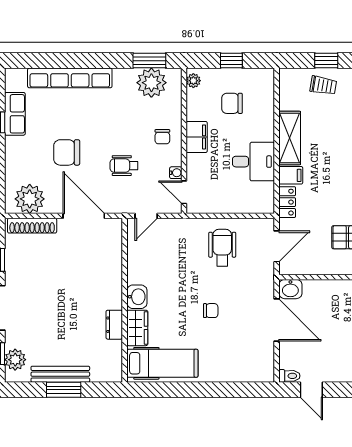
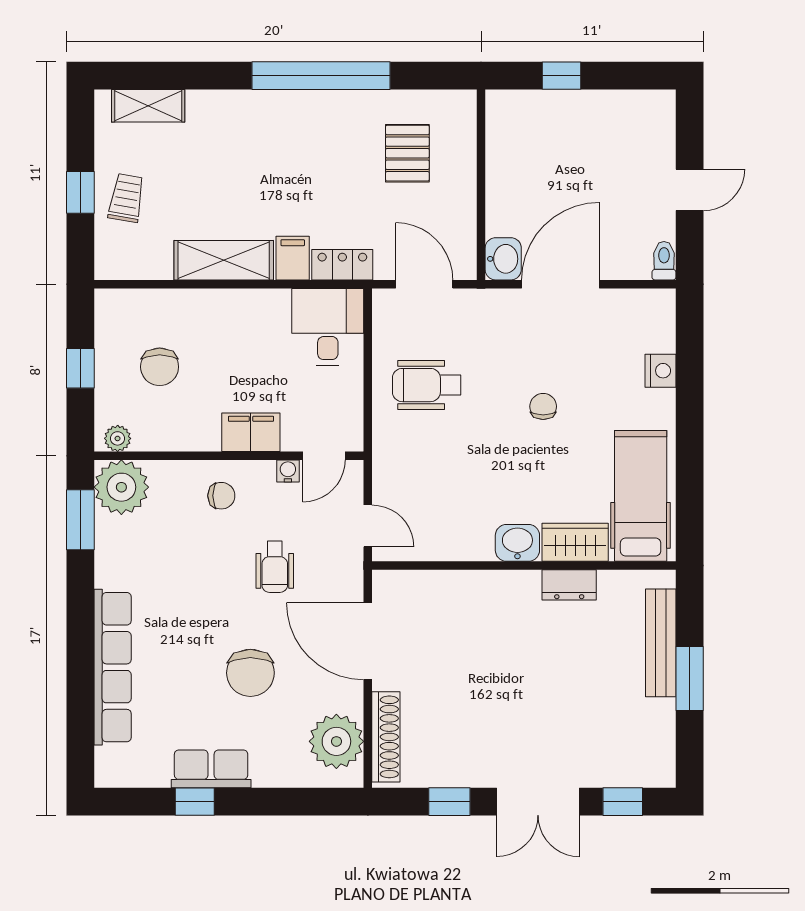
plant: (151, 83) -> (121, 487), moved
row of seats: (15, 114) -> (211, 769), moved
filing cabinet: (197, 137) -> (251, 432), moved
desk: (254, 162) -> (328, 327), moved
door: (84, 216) -> (368, 641), hinge flipped
plant: (15, 360) -> (634, 768), removed
bench: (60, 374) -> (661, 643), moved
nightstand: (230, 374) -> (661, 371), added
door: (311, 390) -> (690, 190), moved

